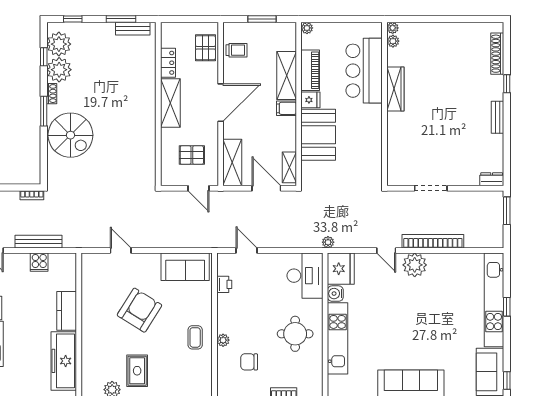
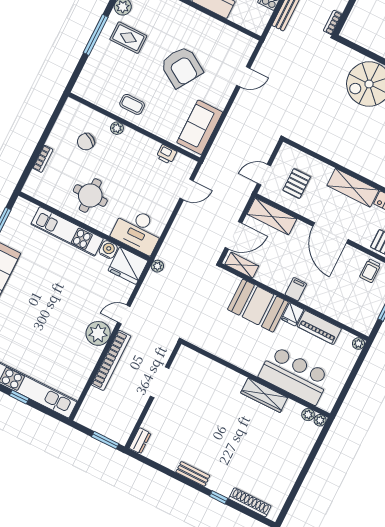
shelving: (287, 76) -> (325, 304), removed
chair: (249, 362) -> (86, 142), turned -147

